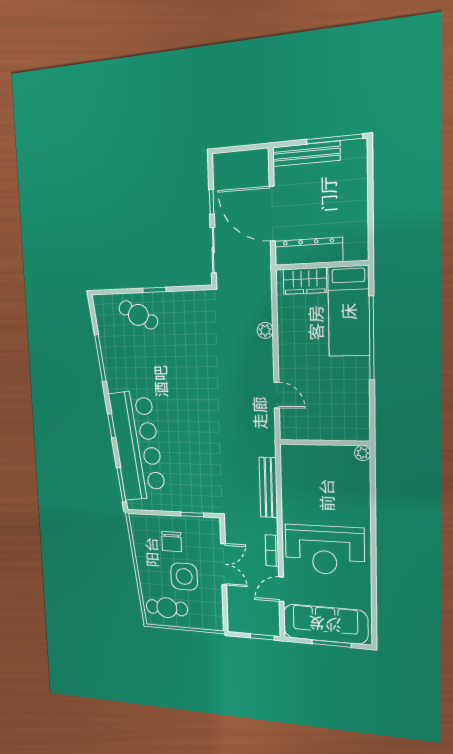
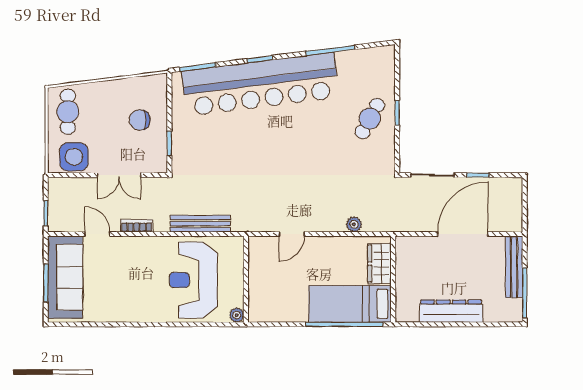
dresser: (309, 251) -> (451, 311), moved, turned -90
wall: (321, 265) -> (393, 279), moved
wardrobe: (305, 281) -> (380, 264), moved
bed: (349, 311) -> (350, 304), moved
cafe table: (138, 315) -> (370, 119), moved
bar counter: (137, 445) -> (260, 84), width x1.36
reception desk: (325, 550) -> (193, 280), moved
side table: (184, 576) -> (74, 157), moved

